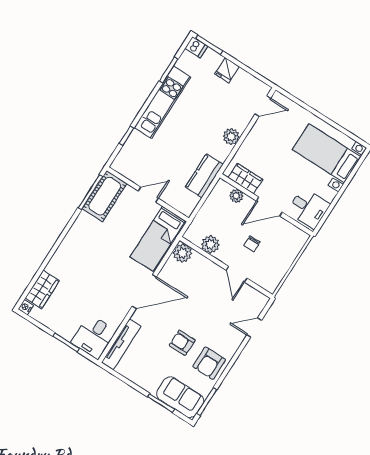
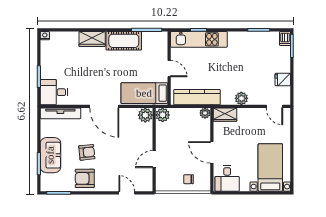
fridge: (227, 70) -> (283, 80), moved
kitchen unit: (162, 102) -> (199, 39), moved
kitchen counter: (204, 176) -> (197, 97), width x1.50
wardrobe: (245, 179) -> (225, 115), moved, turned 90
cot: (105, 196) -> (124, 41), moved
plant: (236, 196) -> (205, 113), moved
plant: (210, 244) -> (163, 115), moved
chair: (252, 244) -> (189, 179), moved
wardrobe: (42, 289) -> (92, 39), moved
armchair: (182, 343) -> (87, 152), turned 84
sofa: (180, 397) -> (50, 155), moved

